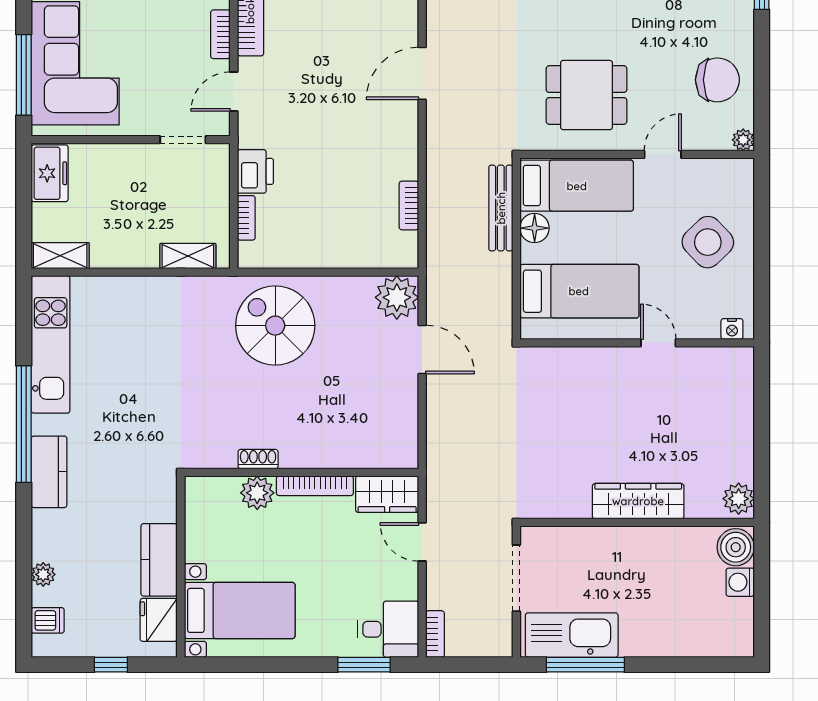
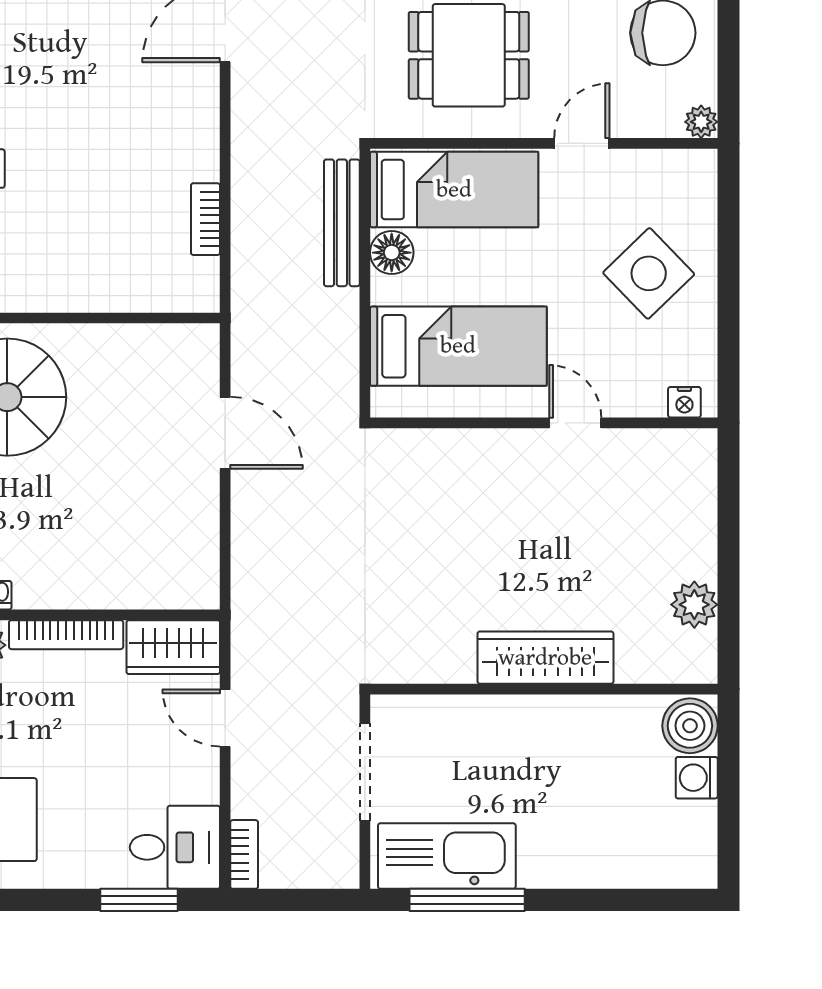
plant: (397, 297) -> (188, 356), removed
plant: (739, 499) -> (694, 605), moved

